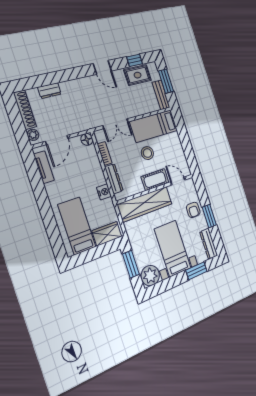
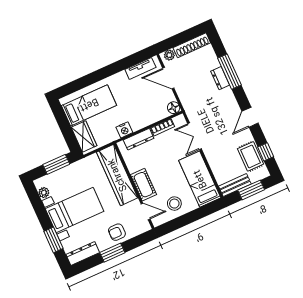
window: (56, 77) -> (229, 72), added
dresser: (49, 91) -> (220, 78), moved
stool: (147, 153) -> (174, 204), moved
door: (178, 181) -> (146, 212), hinge flipped
plant: (150, 276) -> (44, 193), width x0.53, depth x0.53

